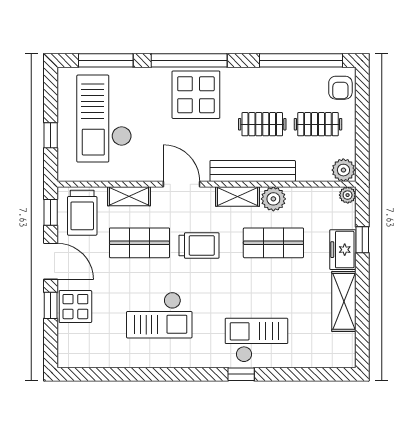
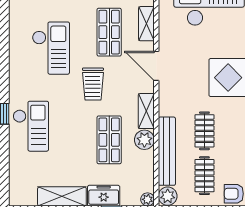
bench: (253, 171) -> (167, 151), moved
door: (182, 184) -> (156, 66), swing flipped
trolley: (199, 245) -> (93, 84), moved
checkout: (159, 315) -> (51, 48), turned 180

